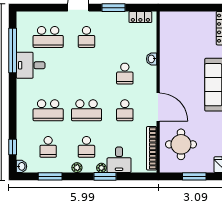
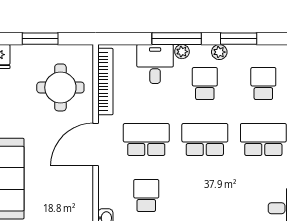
door: (158, 107) -> (96, 145), hinge flipped
school desk: (125, 110) -> (146, 140), width x1.85
window: (50, 176) -> (239, 39), moved
window: (105, 176) -> (177, 39), width x1.44

